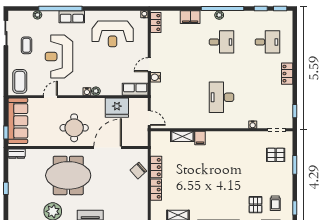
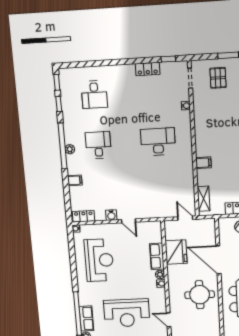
row of seats: (72, 17) -> (86, 319), moved
filing cabinet: (190, 17) -> (75, 180), width x0.50
desk: (267, 42) -> (94, 94), turned 180
locker: (287, 74) -> (148, 69), moved
water cooler: (155, 77) -> (111, 215), moved
row of seats: (135, 89) -> (157, 256), moved
desk: (222, 97) -> (158, 142), turned 180
door: (149, 118) -> (185, 218), hinge flipped
shelving: (182, 136) -> (204, 199), moved

